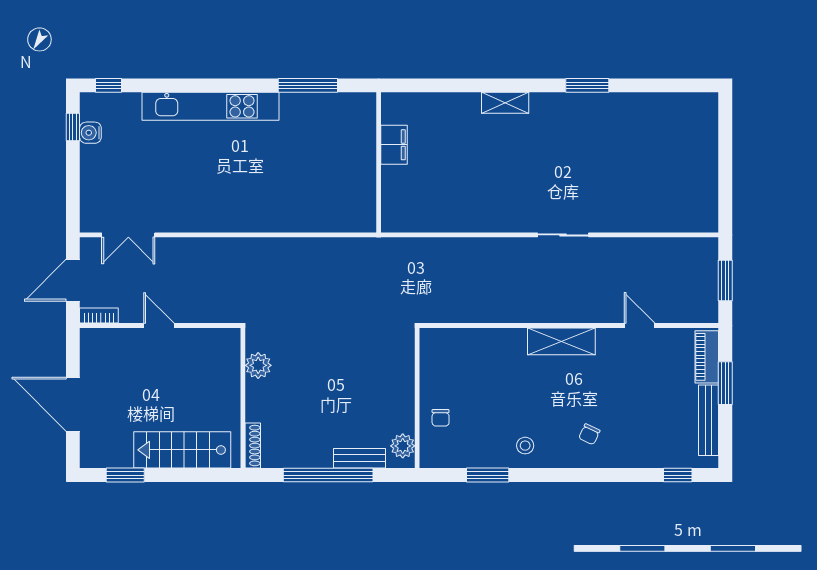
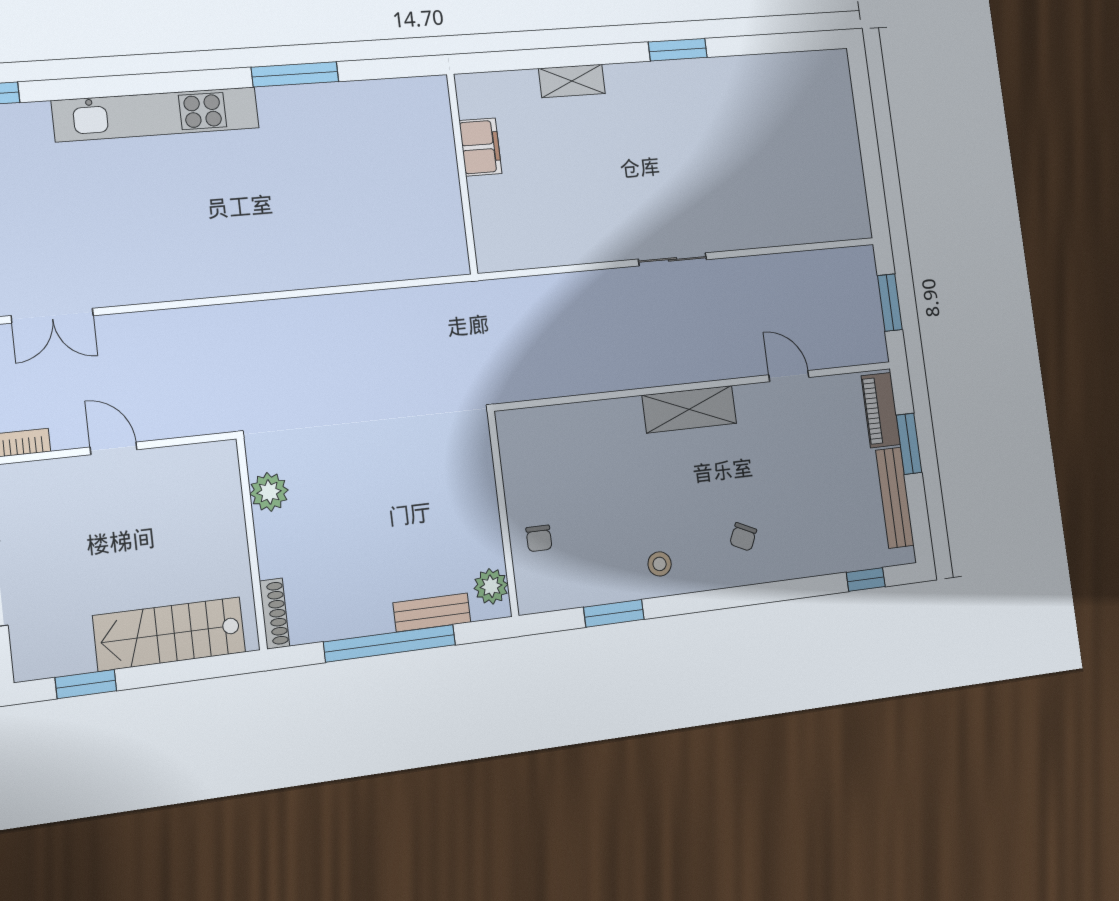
filing cabinet: (394, 145) -> (480, 147), moved
wall: (379, 162) -> (462, 174), moved

